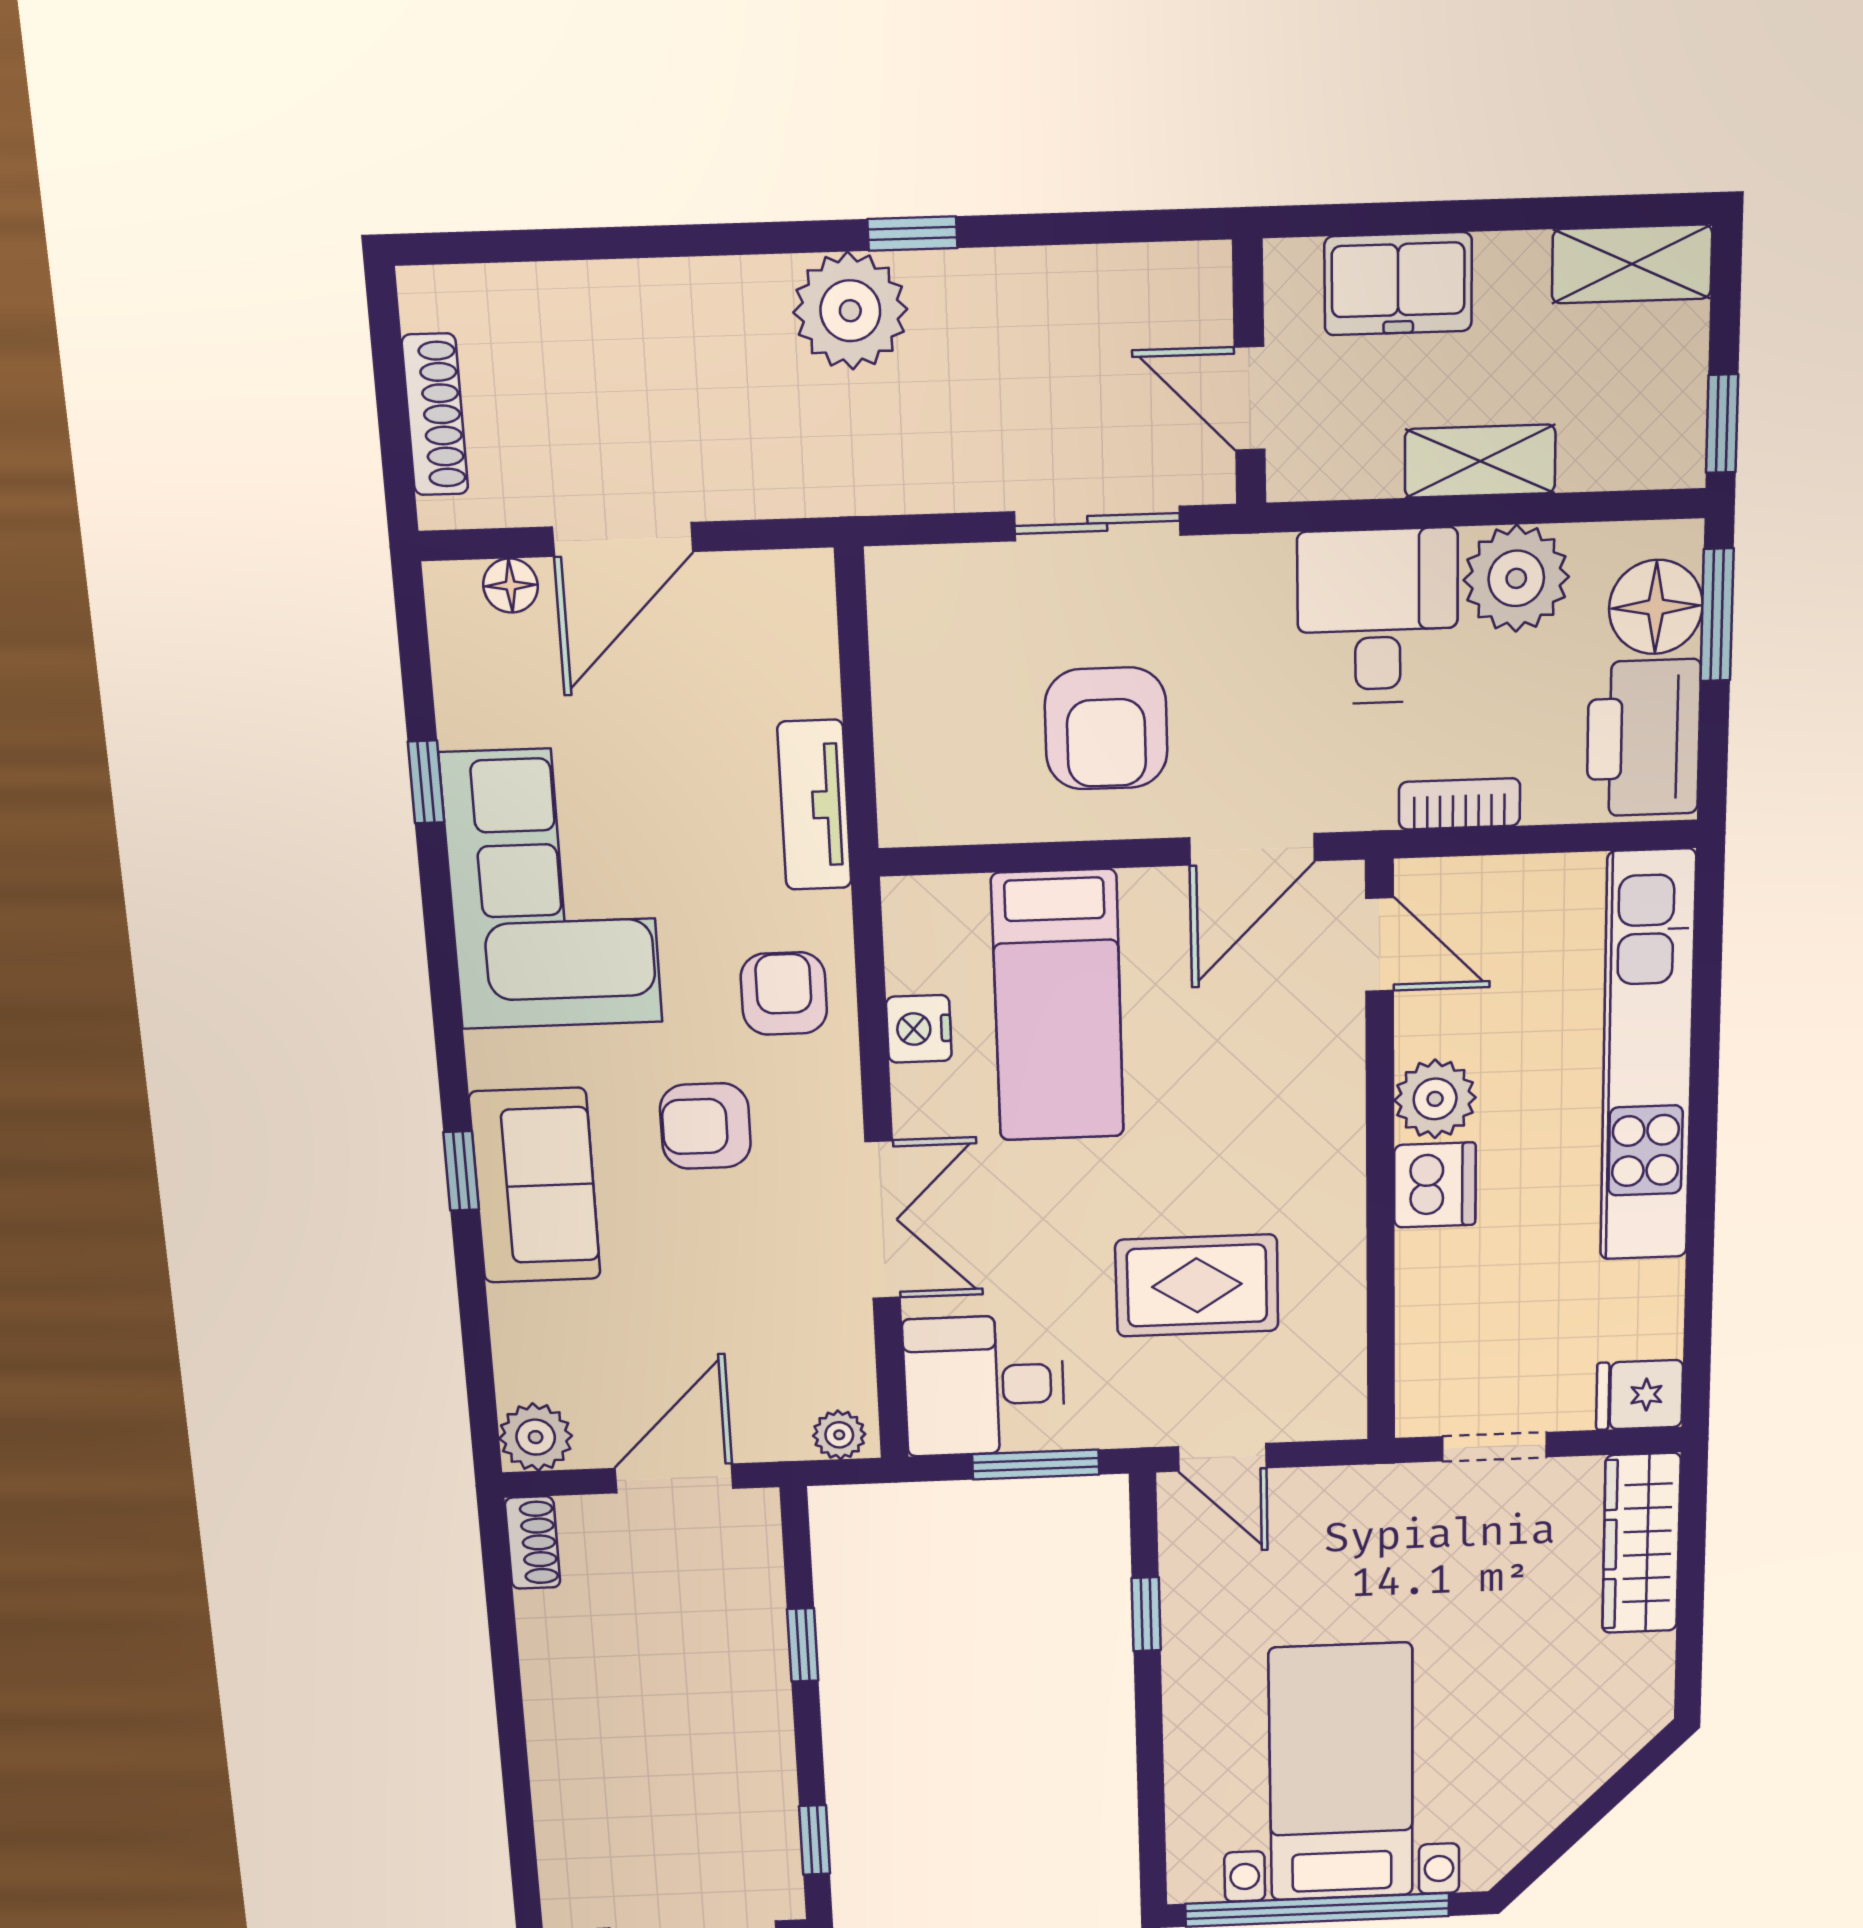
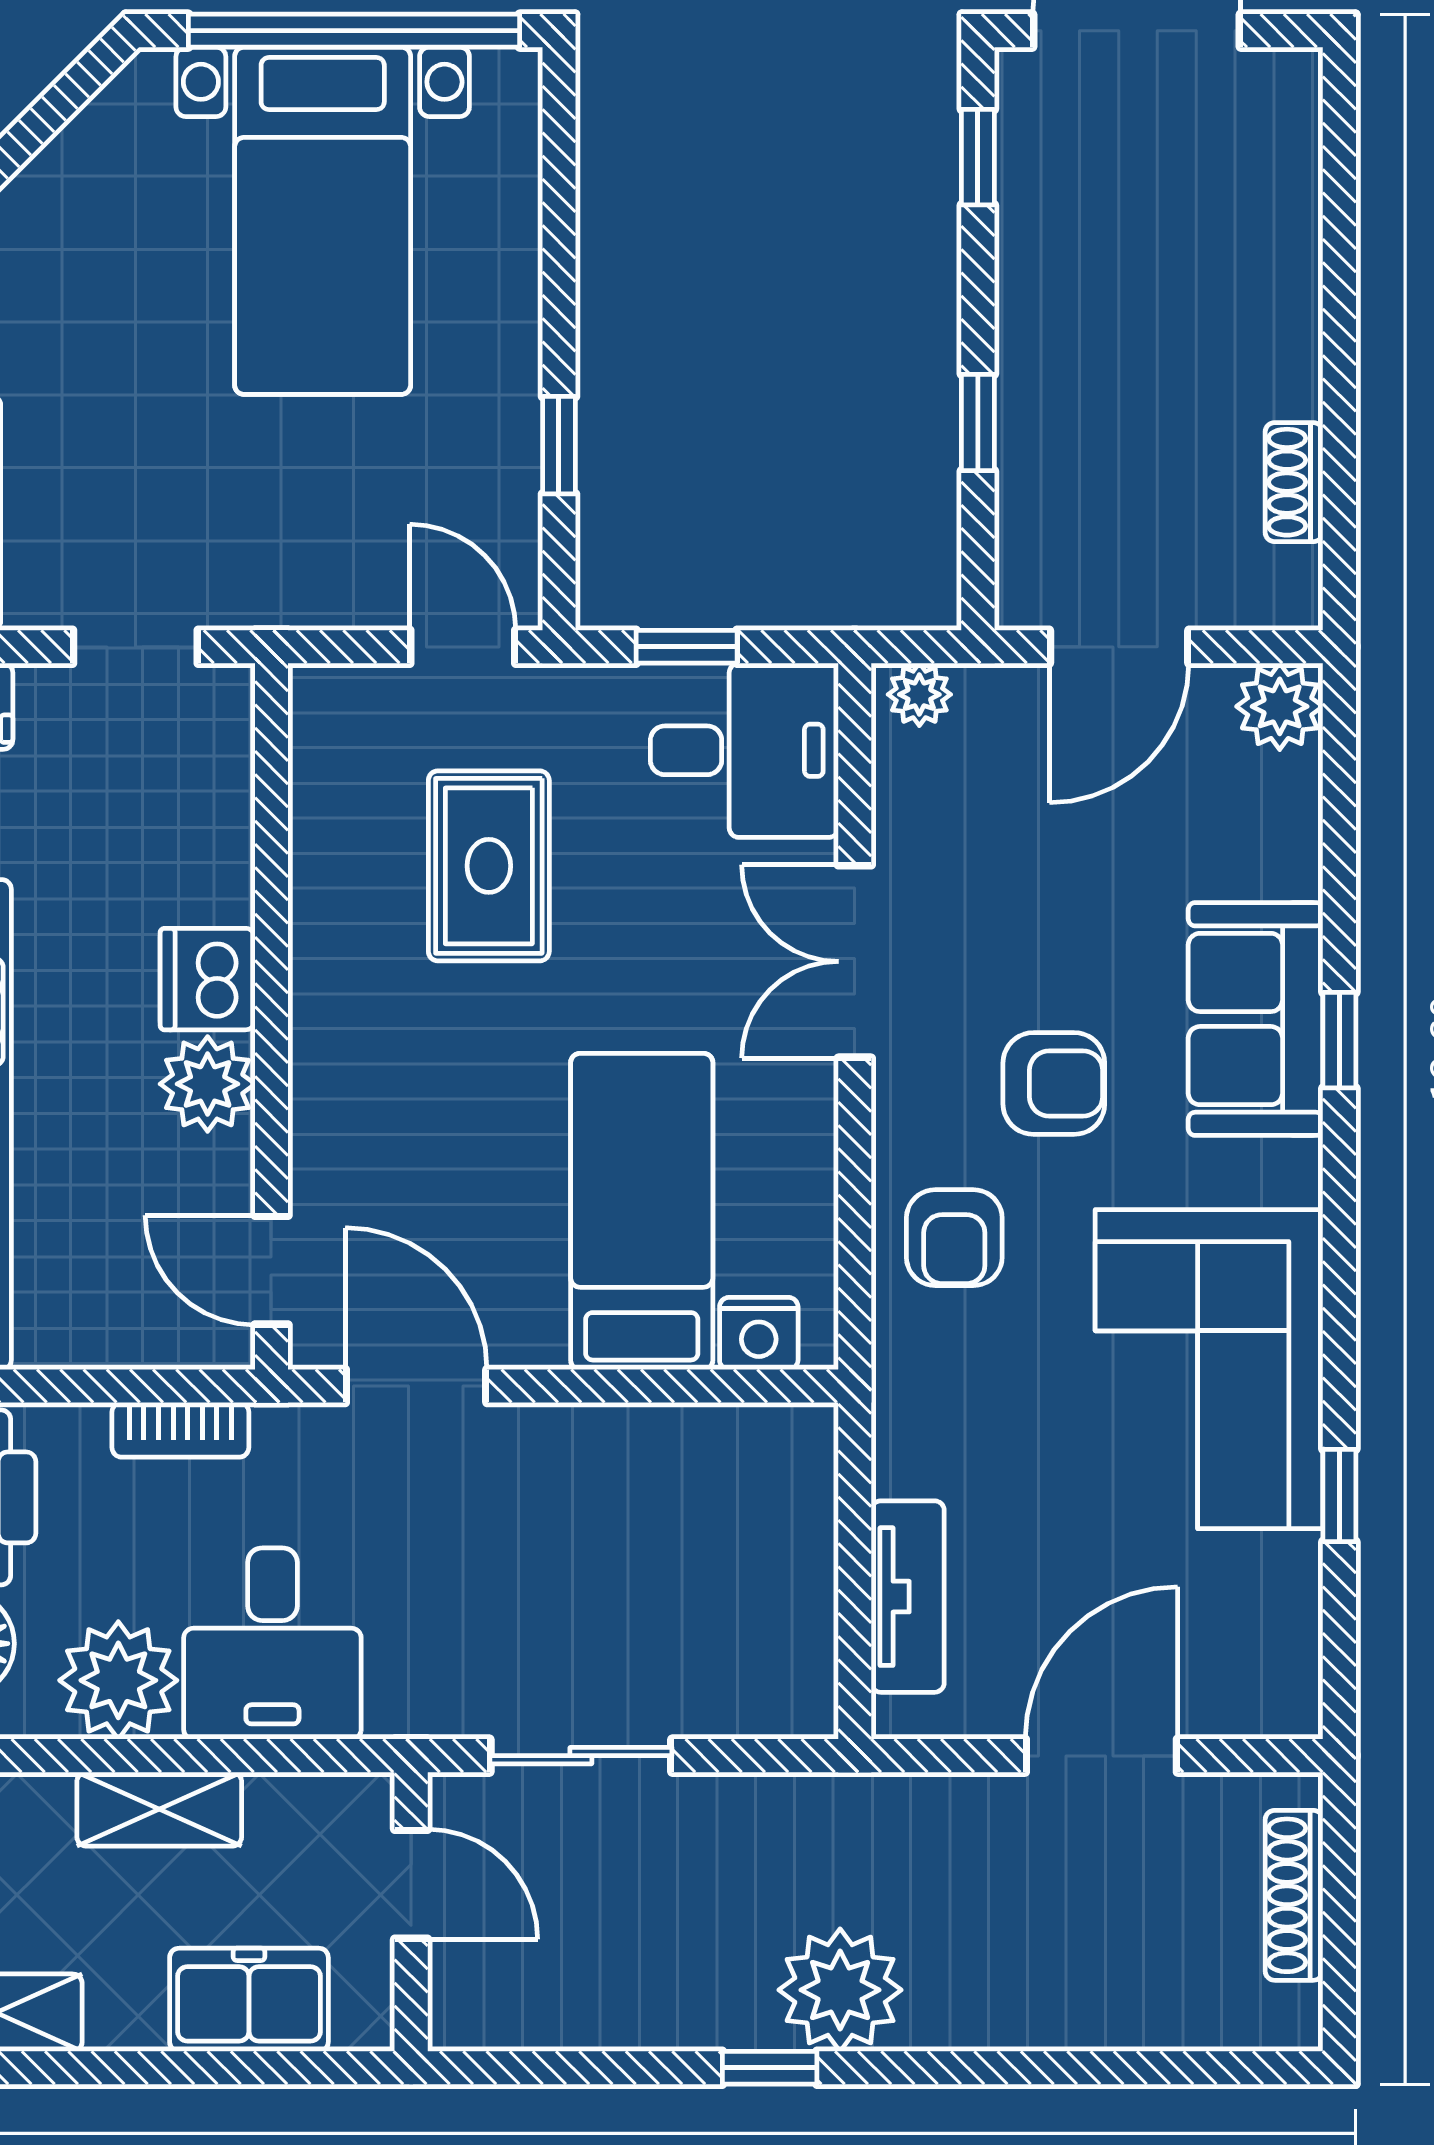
floor lamp: (511, 586) -> (1228, 1710), removed
armchair: (1106, 728) -> (577, 1529), removed
tv unit: (814, 805) -> (908, 1597), moved
door: (1252, 849) -> (416, 1386), hinge flipped
nightstand: (919, 1029) -> (759, 1333), moved, turned 90
rug: (1197, 1285) -> (489, 866), turned 90
window: (1036, 1464) -> (687, 647), width x0.67
shoe rack: (533, 1543) -> (1294, 482), moved

